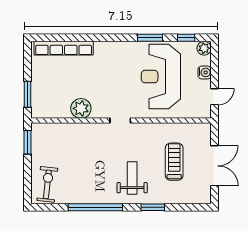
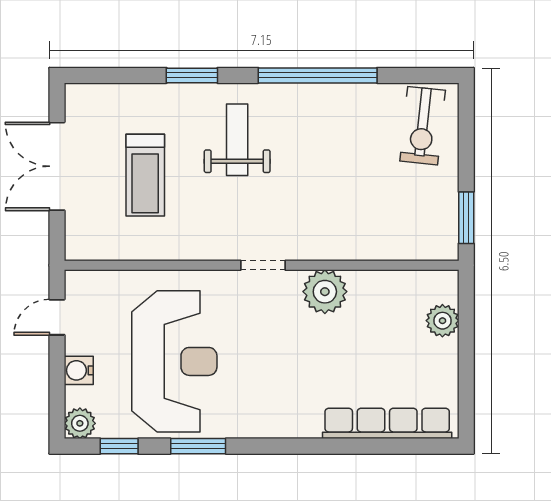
window: (27, 94) -> (466, 323), removed
plant: (38, 95) -> (442, 321), added
plant: (81, 108) -> (325, 292), moved
weight bench: (132, 178) -> (237, 140), turned 180

